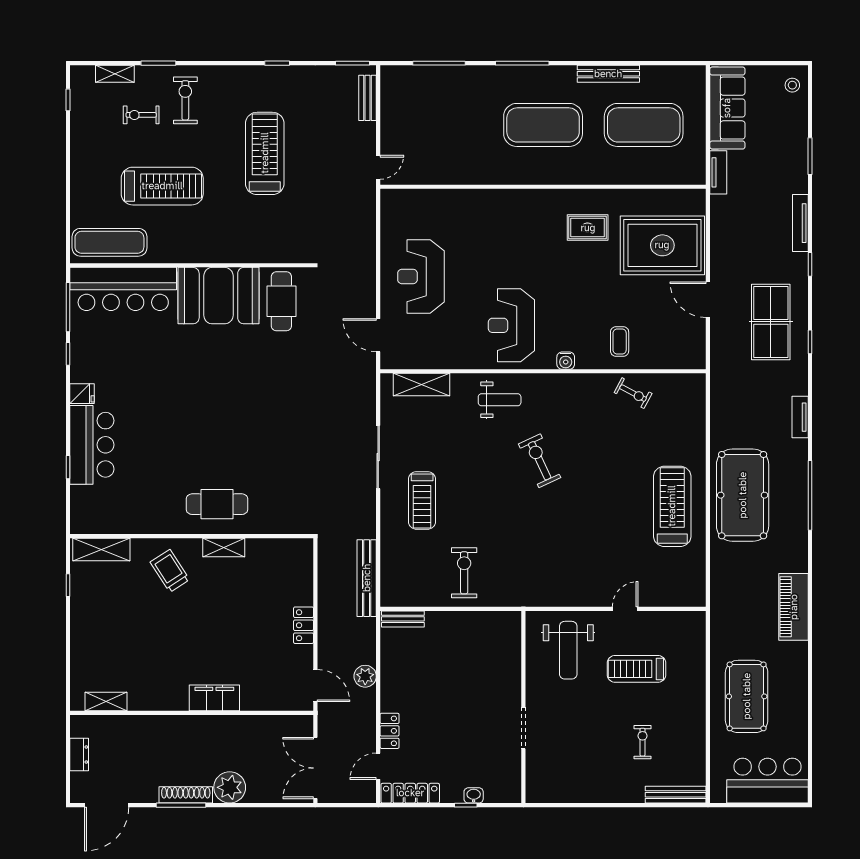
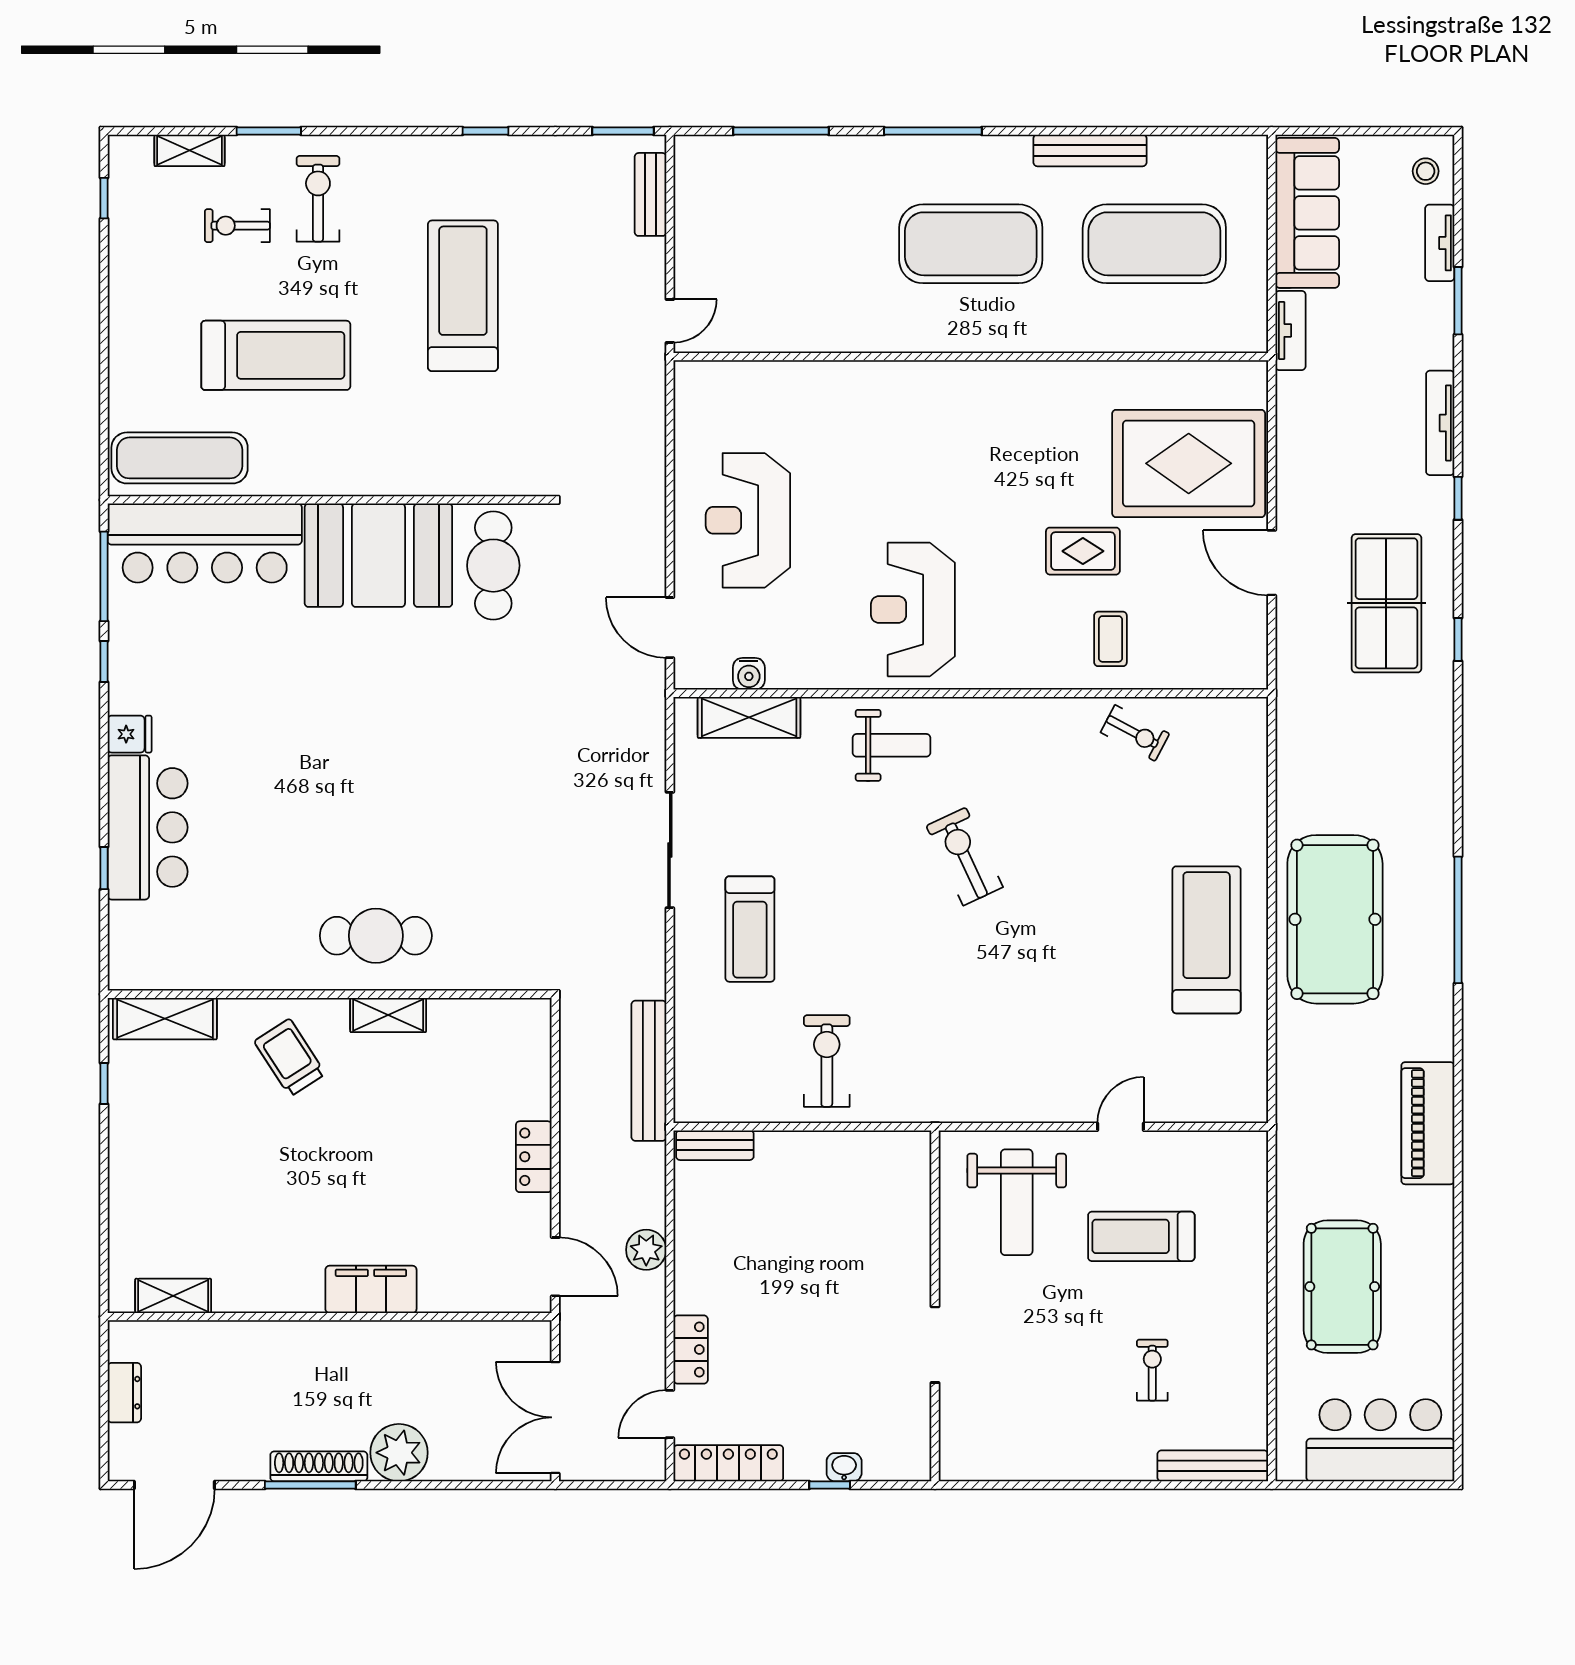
rug: (588, 228) -> (1083, 551), moved
water cooler: (566, 361) -> (749, 674), moved
tv unit: (800, 417) -> (1440, 243), moved

